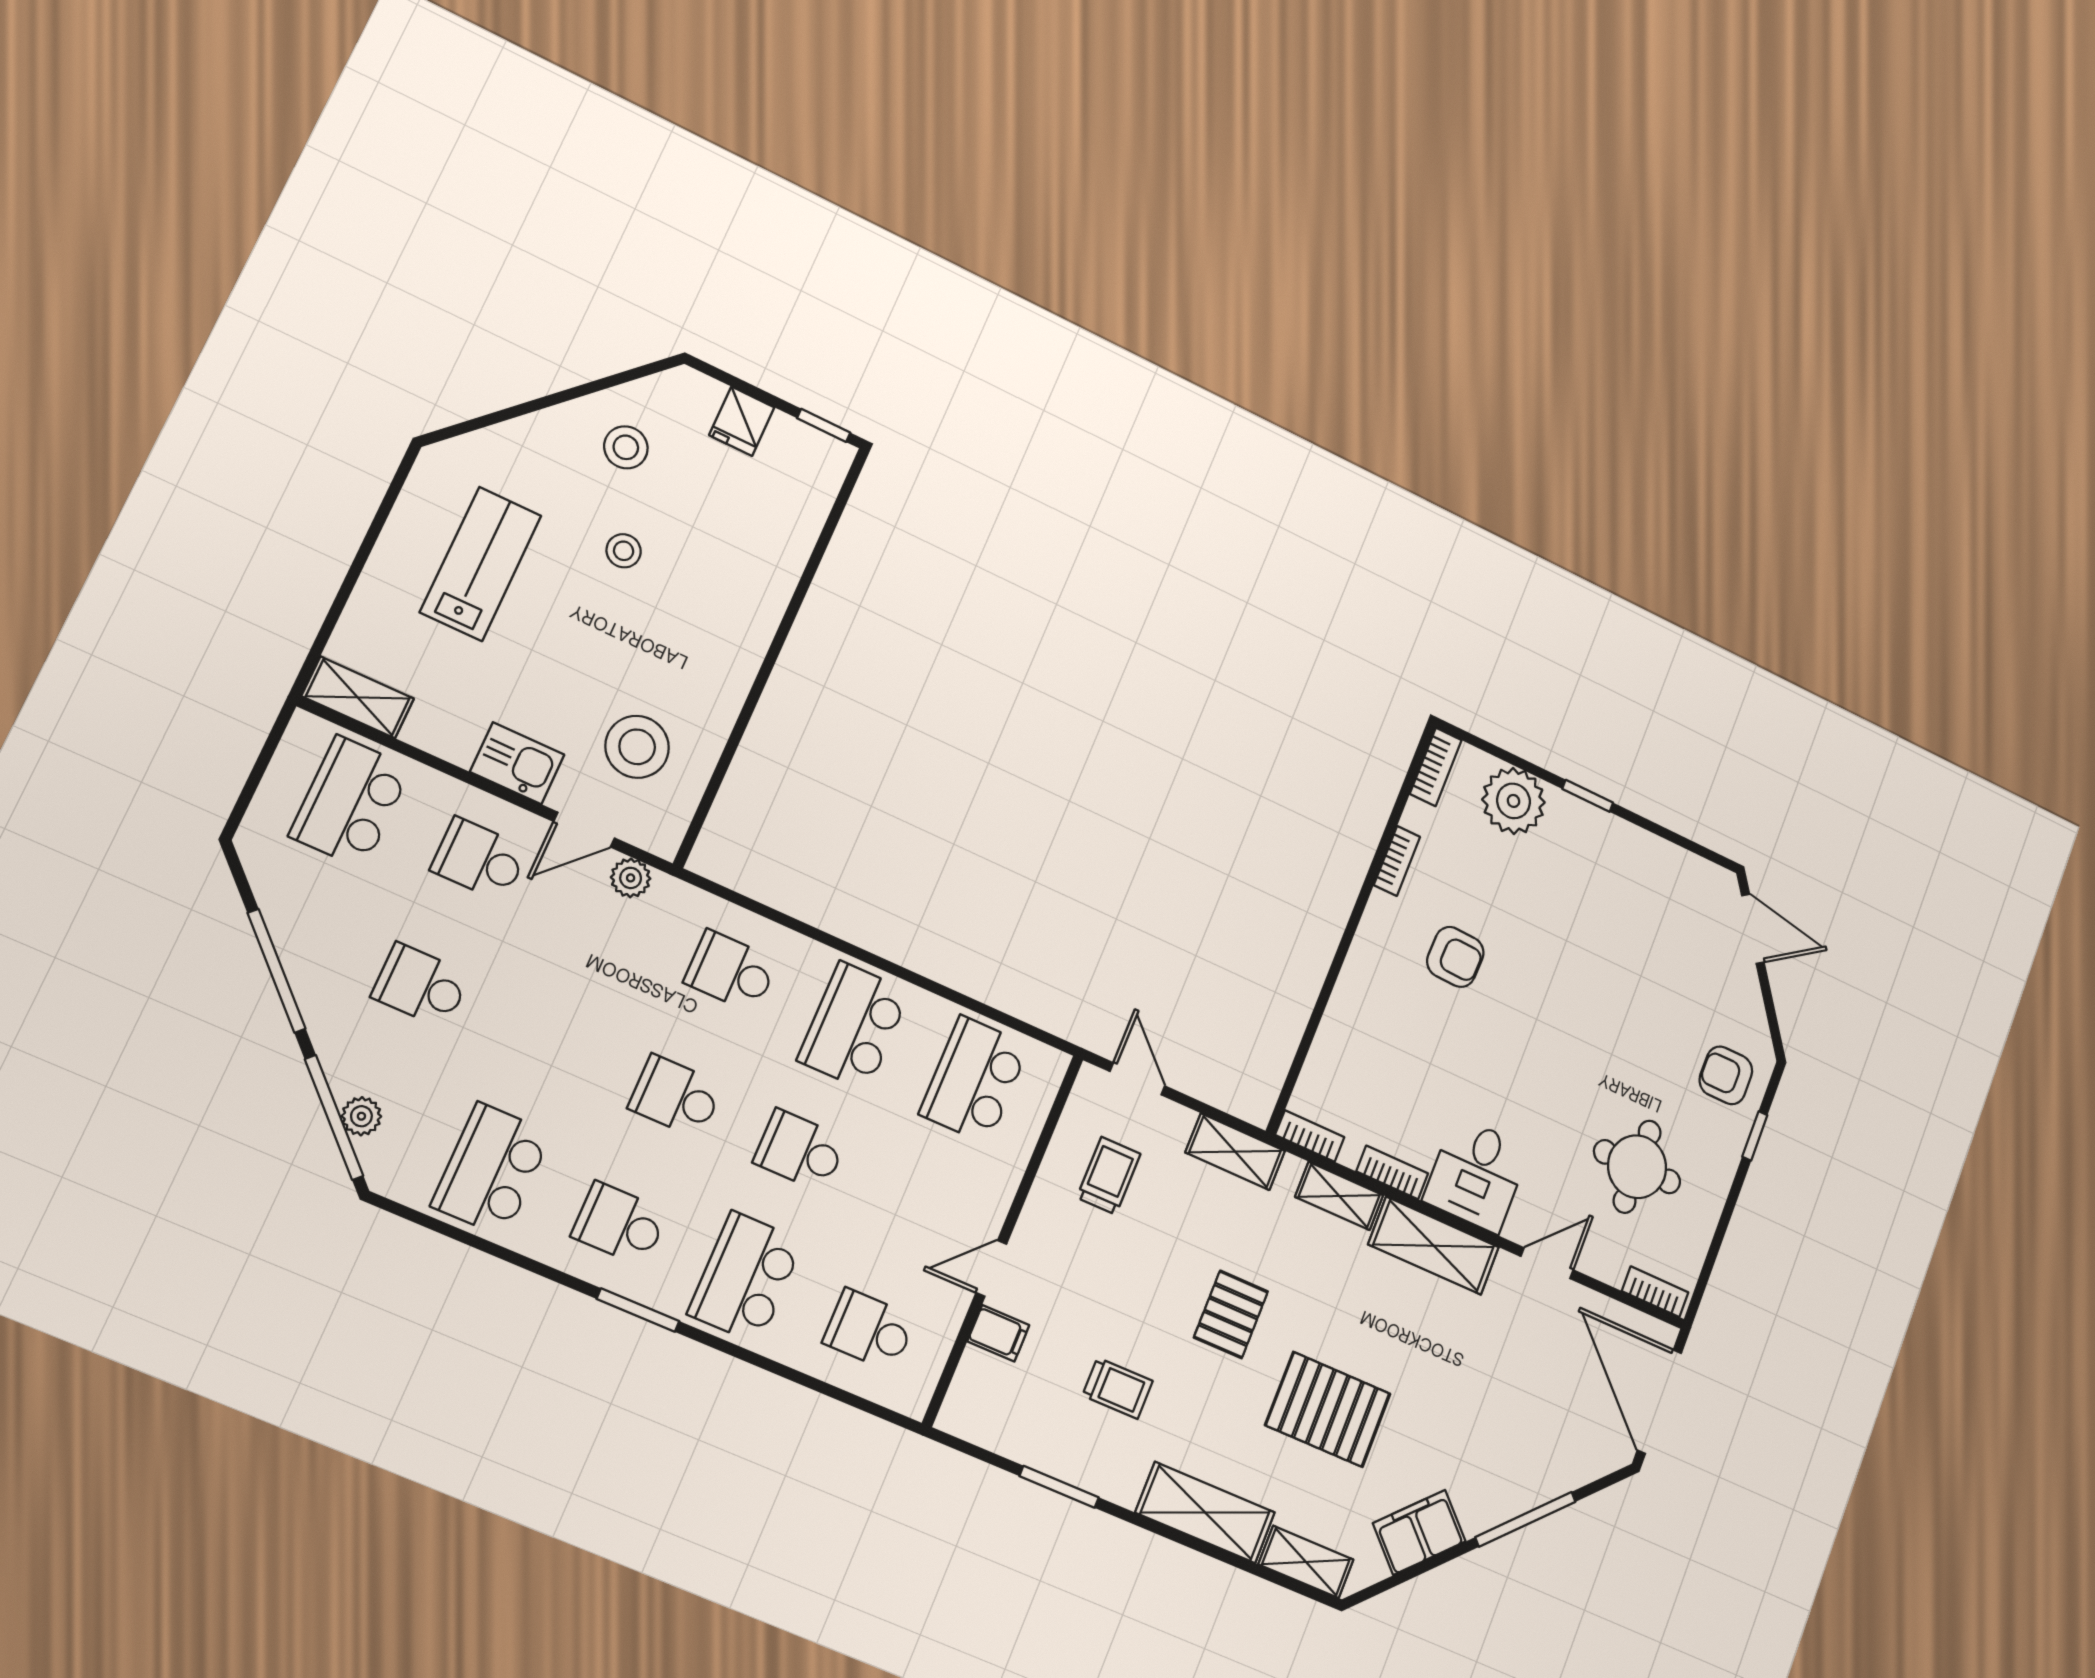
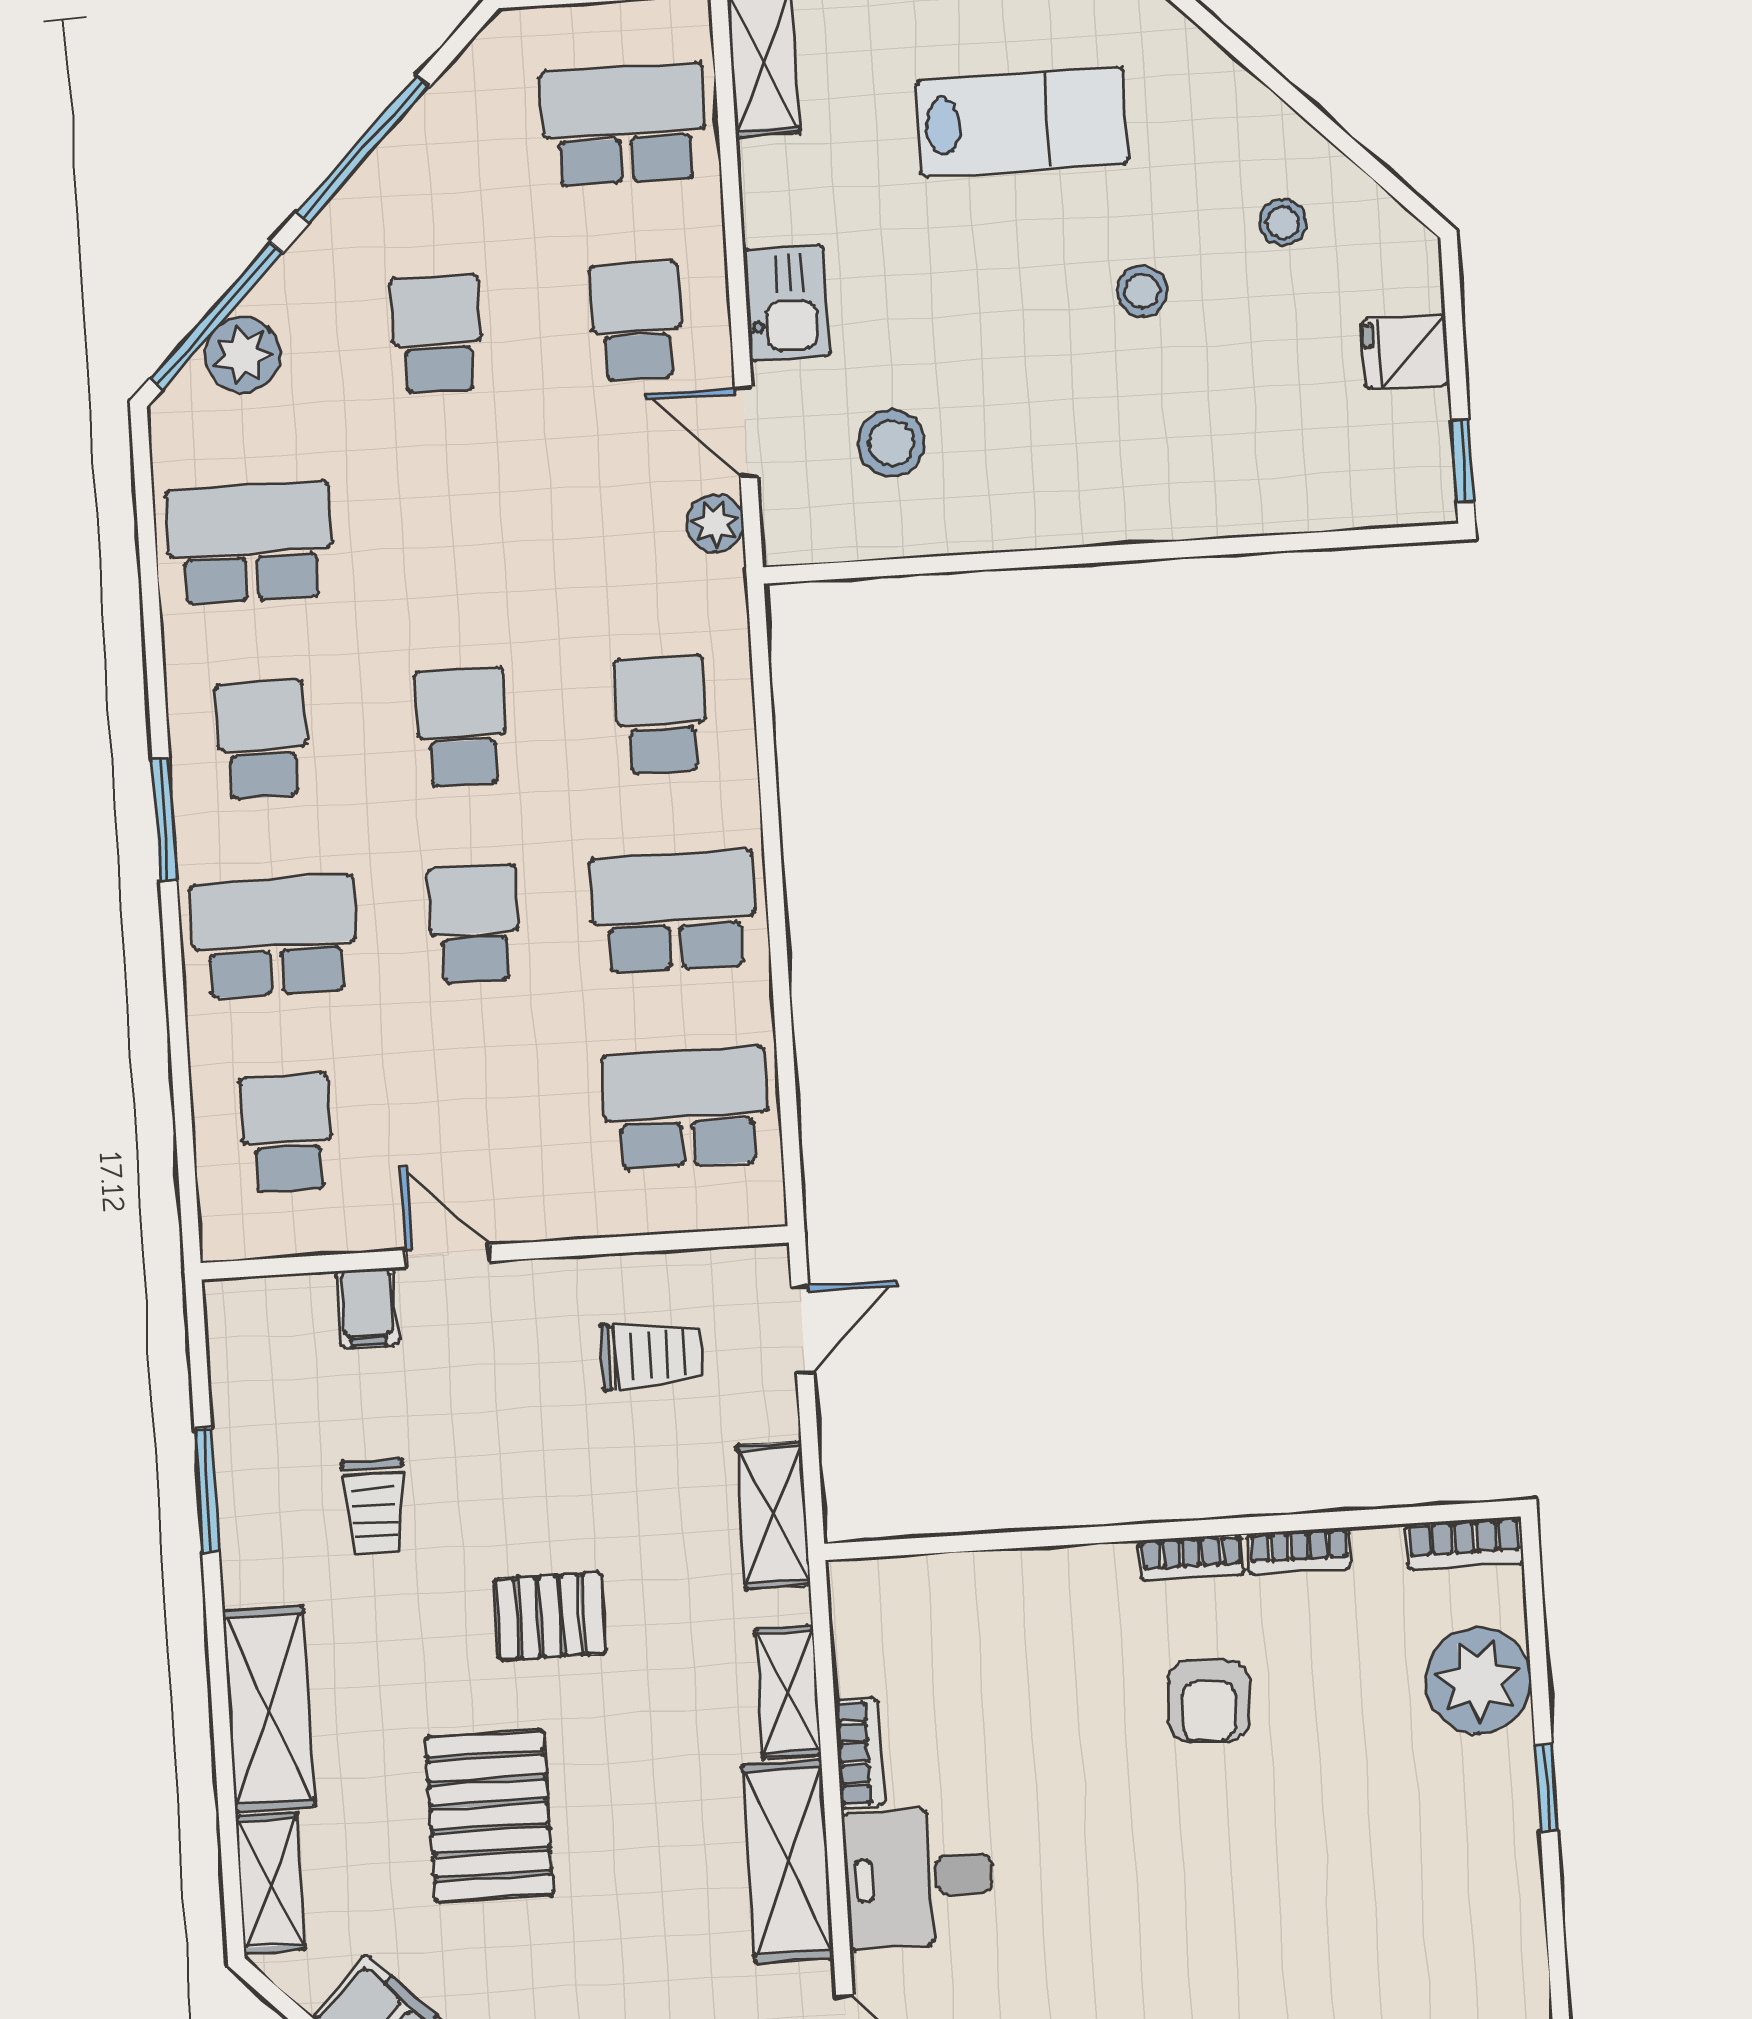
stool: (626, 447) -> (1283, 222), width x0.73, depth x0.73
stool: (637, 747) -> (891, 443), width x0.73, depth x0.73
plant: (361, 1116) -> (242, 355), width x1.38, depth x1.38
bookcase: (1310, 1136) -> (1191, 1558), moved, turned 90

